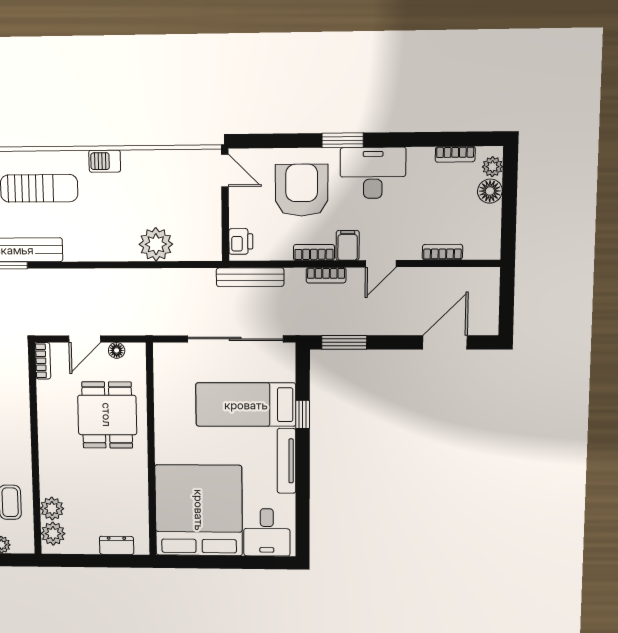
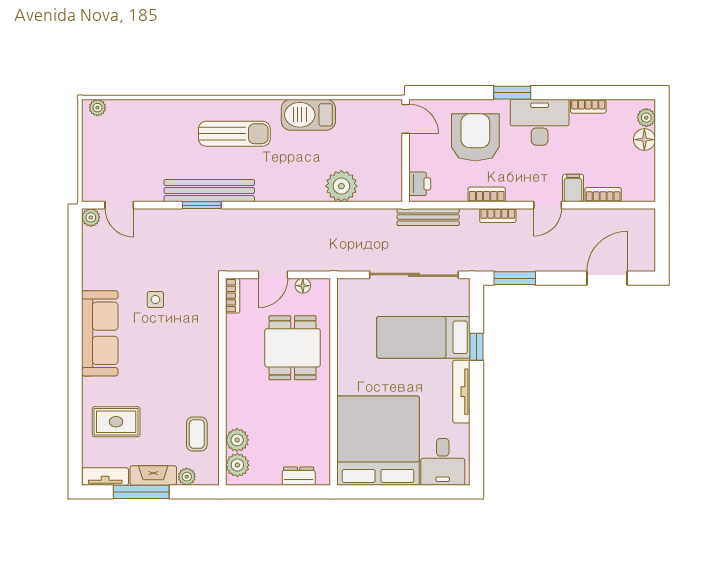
bookcase: (455, 154) -> (588, 106), moved
barbecue: (105, 161) -> (308, 115), width x1.88, depth x1.53
filing cabinet: (348, 245) -> (573, 188), moved

